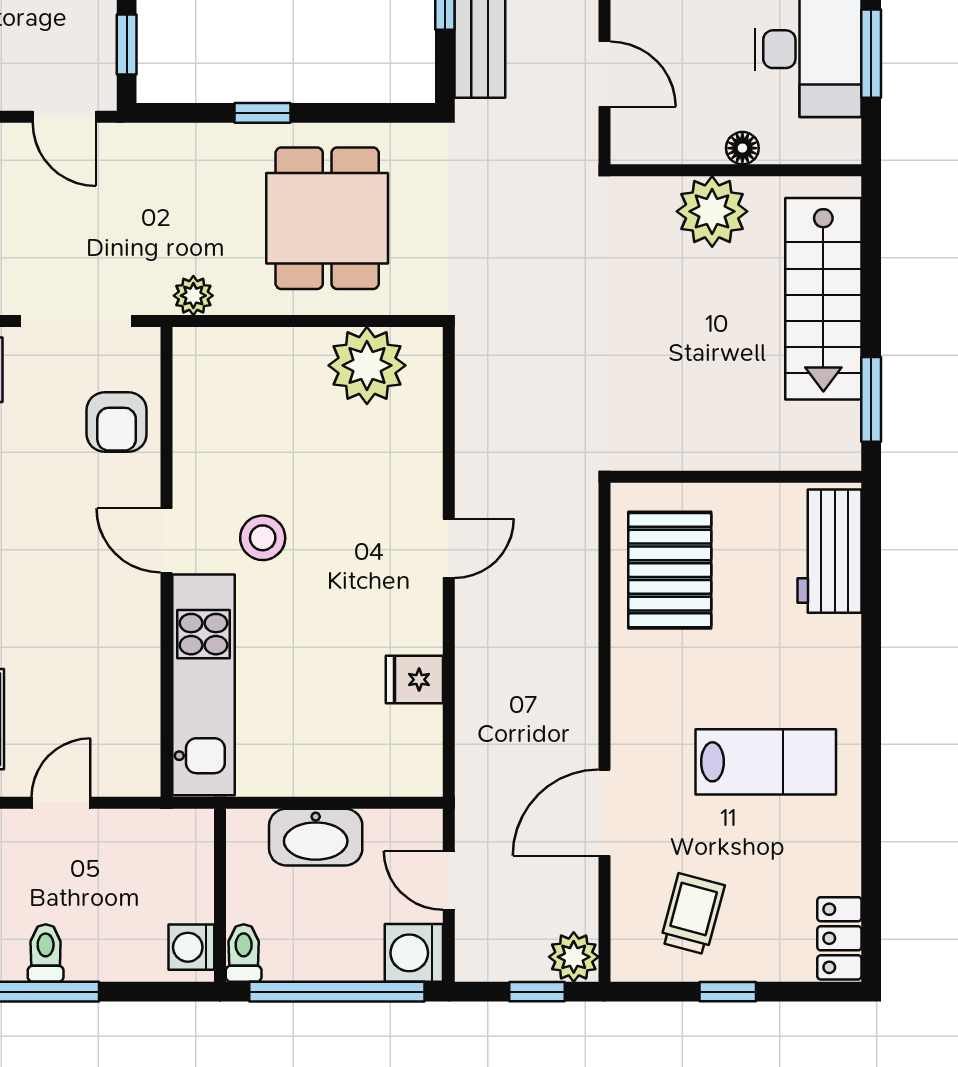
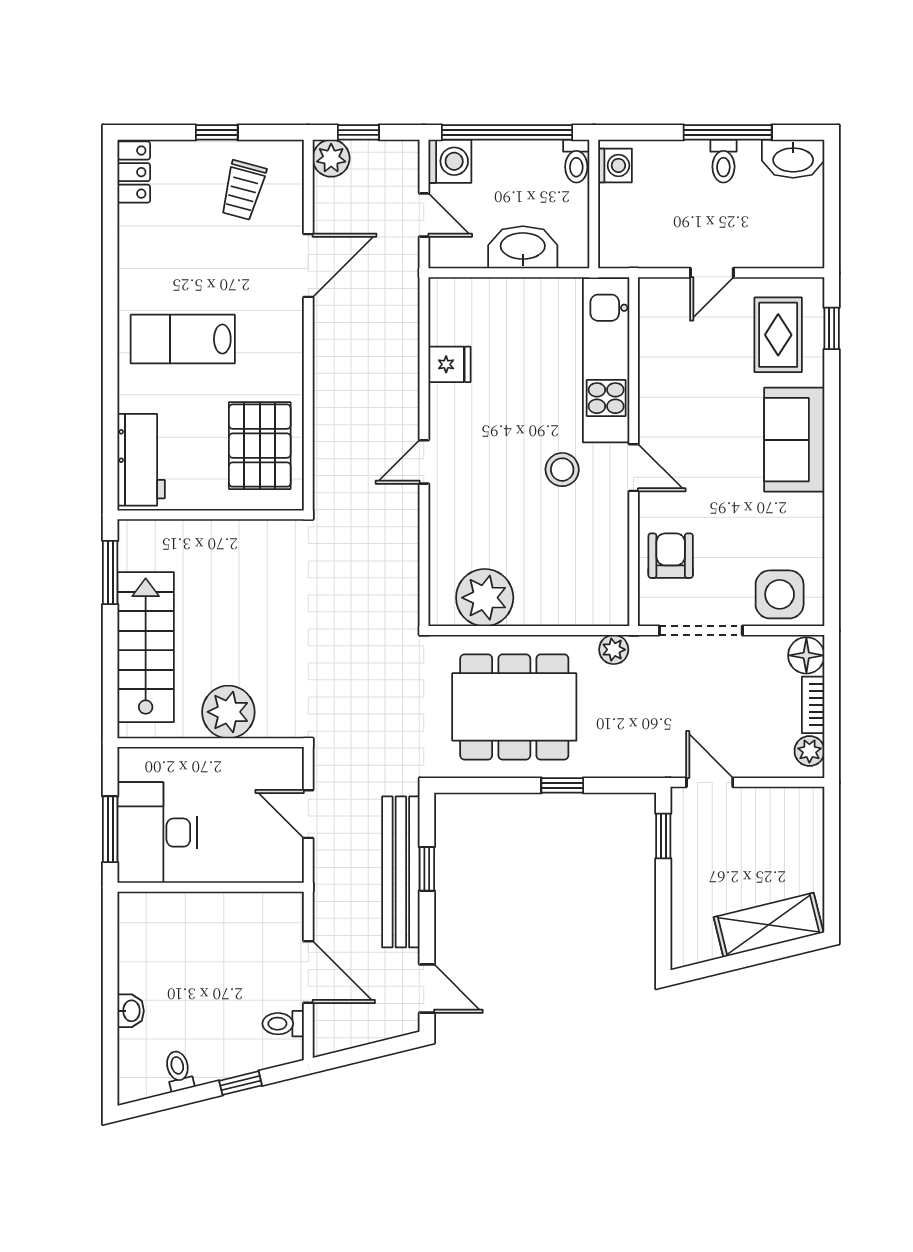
floor lamp: (742, 148) -> (206, 759), removed
dining table: (327, 218) -> (514, 707), width x1.38
lab bench: (766, 762) -> (183, 339), moved

